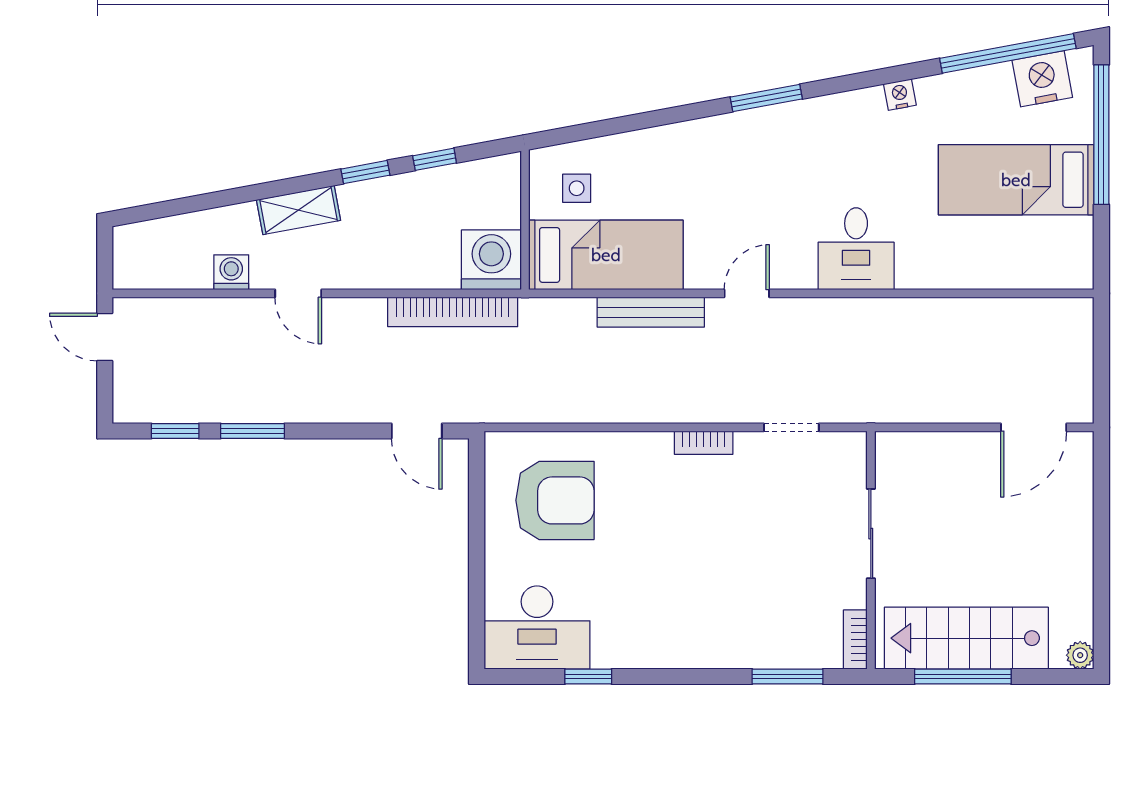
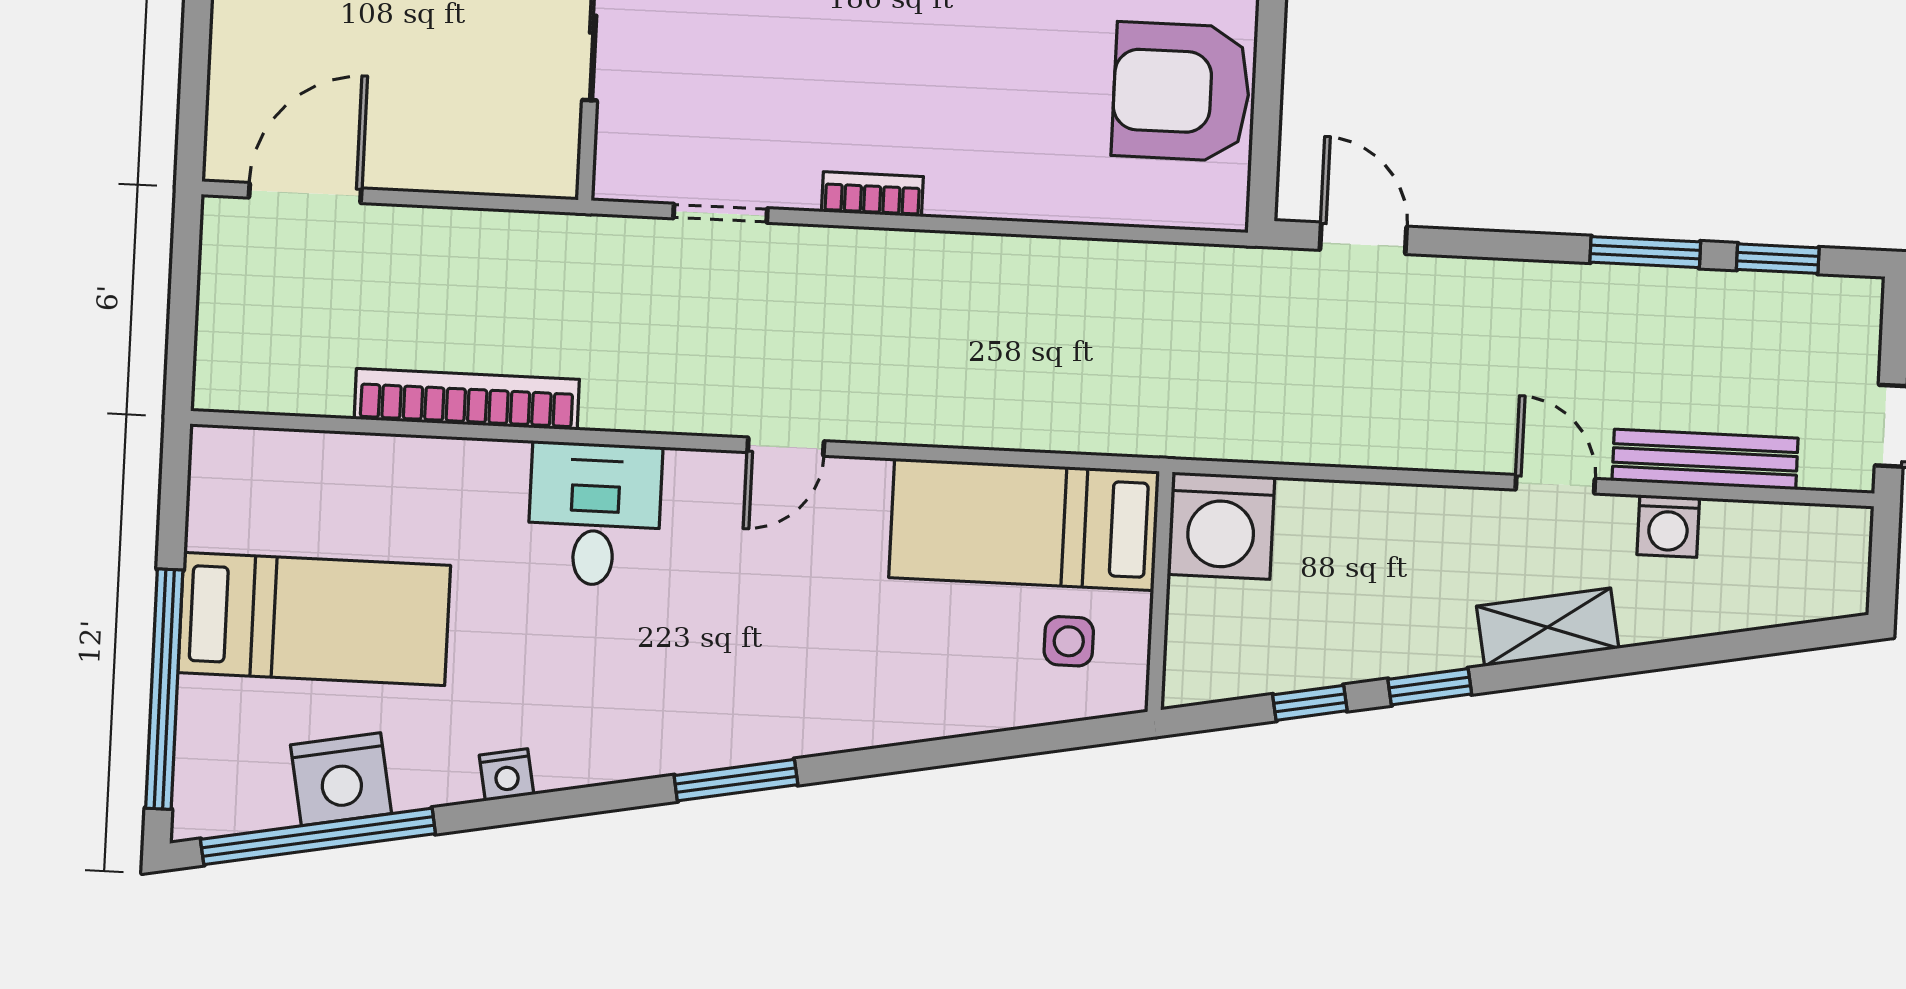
nightstand: (1042, 79) -> (341, 779), moved
bookcase: (453, 312) -> (467, 399), moved
bench: (651, 312) -> (1705, 459), moved
armchair: (555, 500) -> (1181, 92), moved

